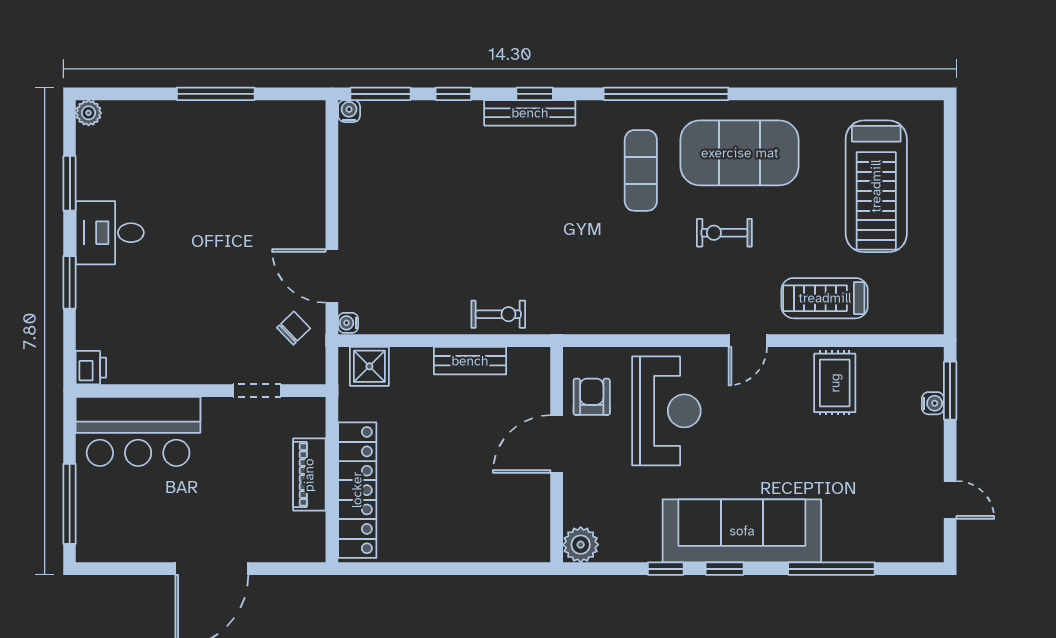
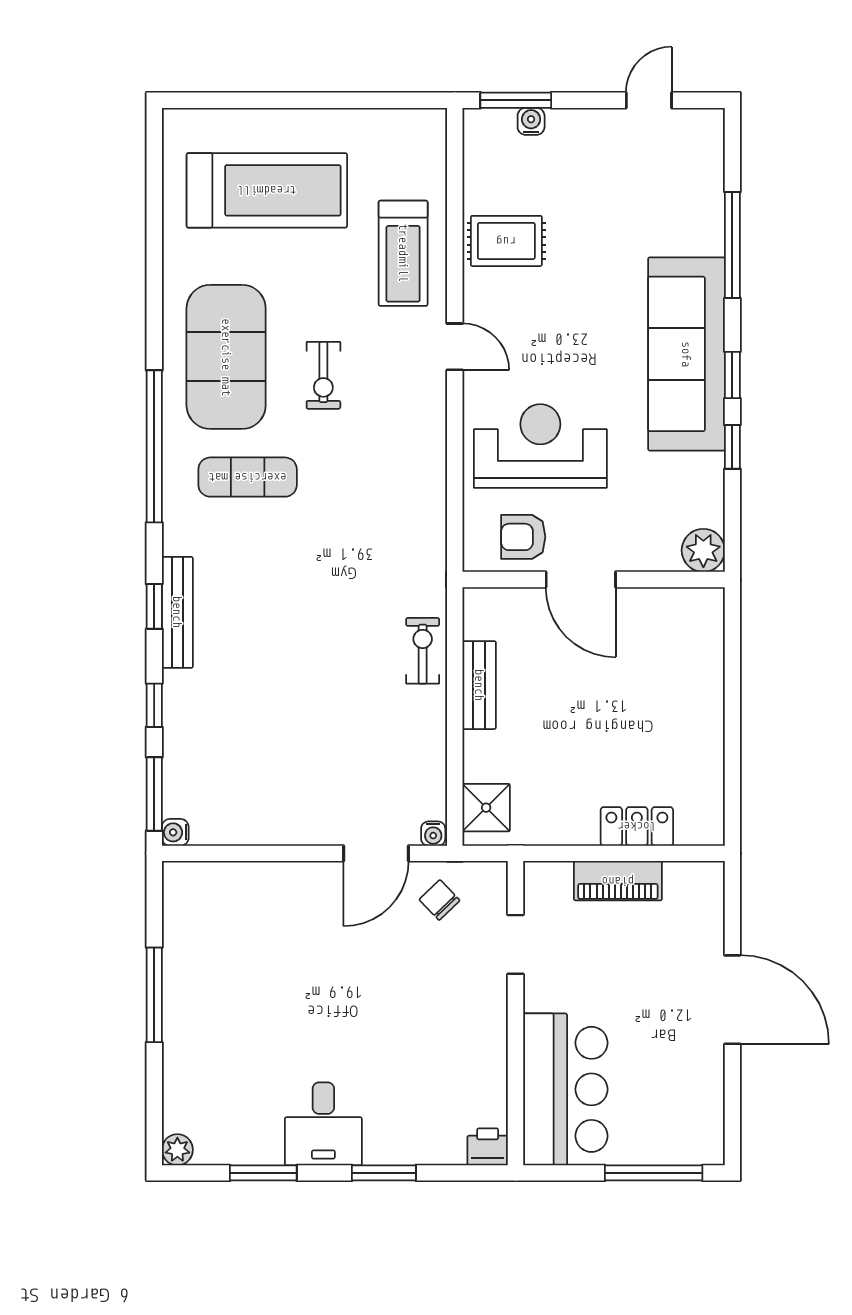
locker: (357, 490) -> (637, 826), width x0.46, depth x0.83

